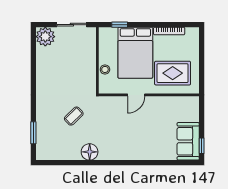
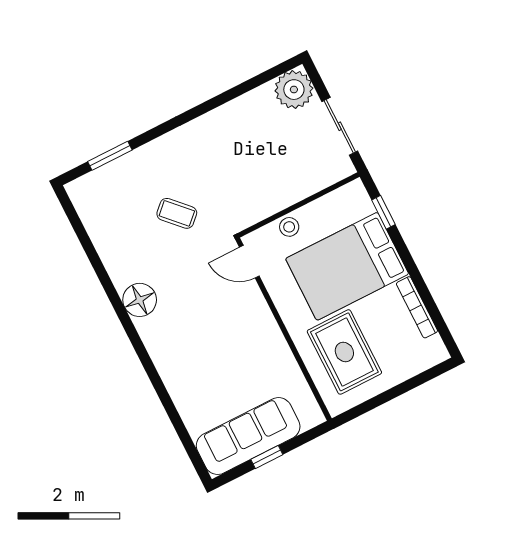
door: (136, 95) -> (249, 262), moved
sofa: (188, 141) -> (248, 436), width x1.36
window: (202, 146) -> (267, 457), moved
floor lamp: (90, 152) -> (140, 300), moved

